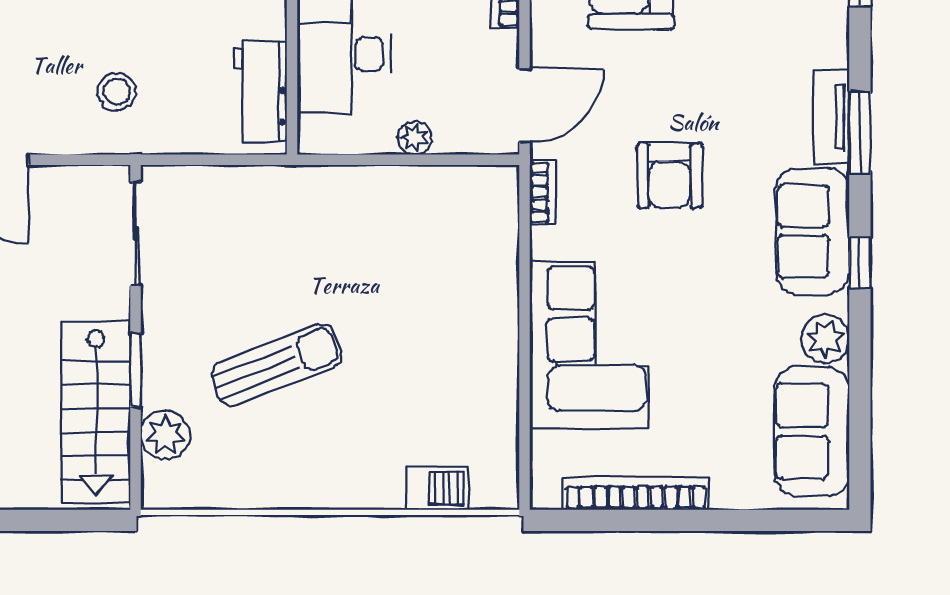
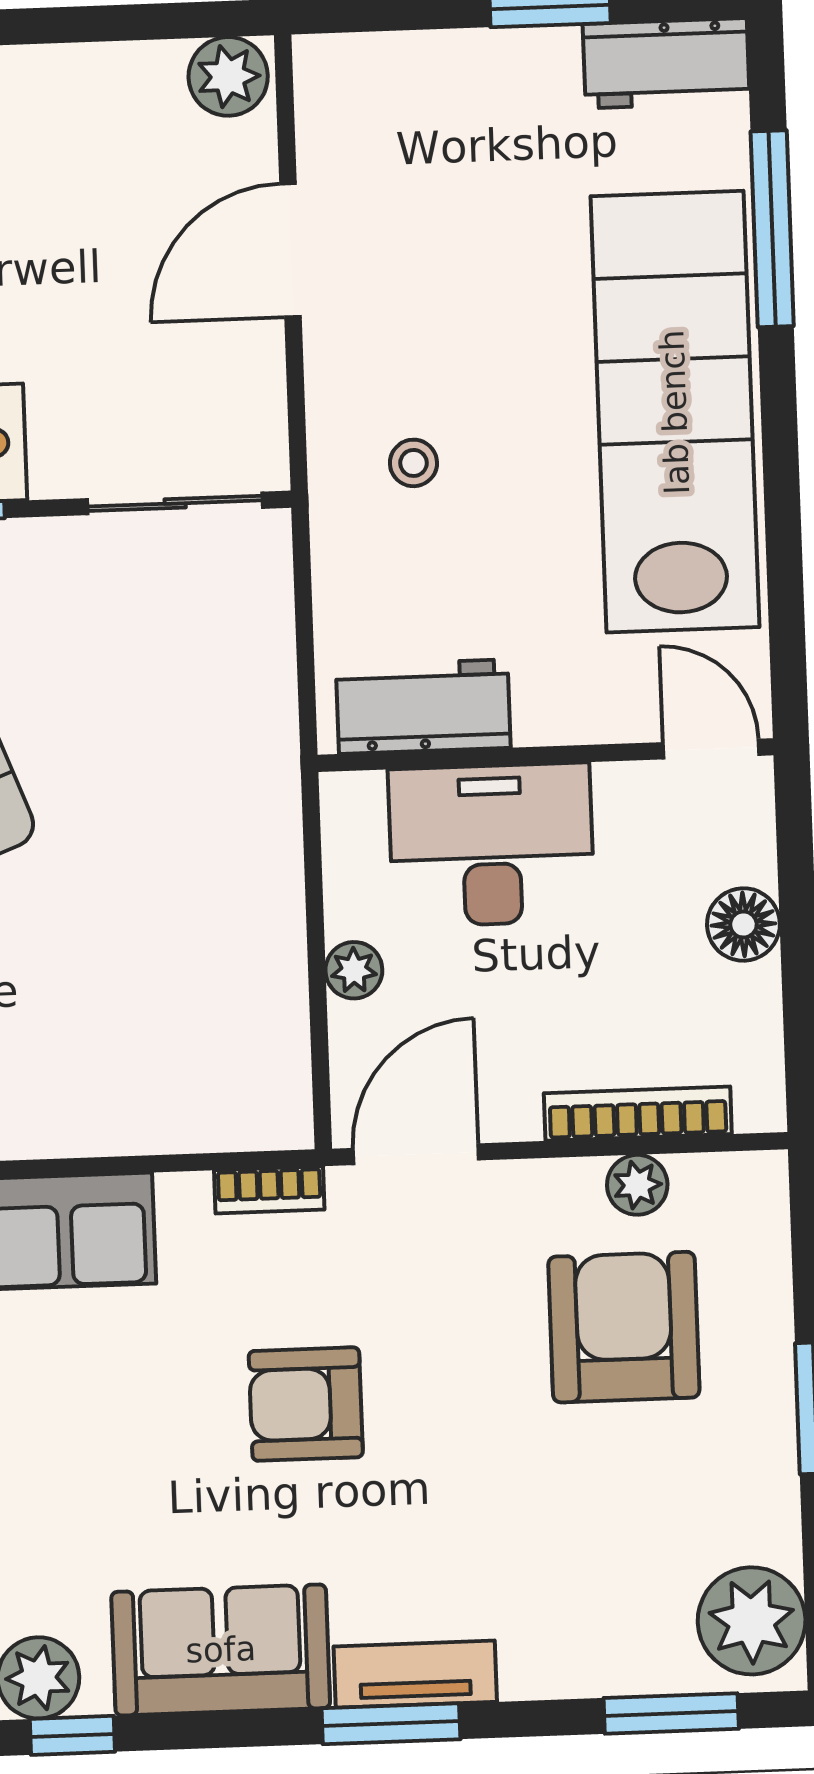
stool: (117, 92) -> (413, 463), width x0.73, depth x0.73
door: (525, 105) -> (416, 1154), swing flipped
window: (860, 263) -> (72, 1735), moved

